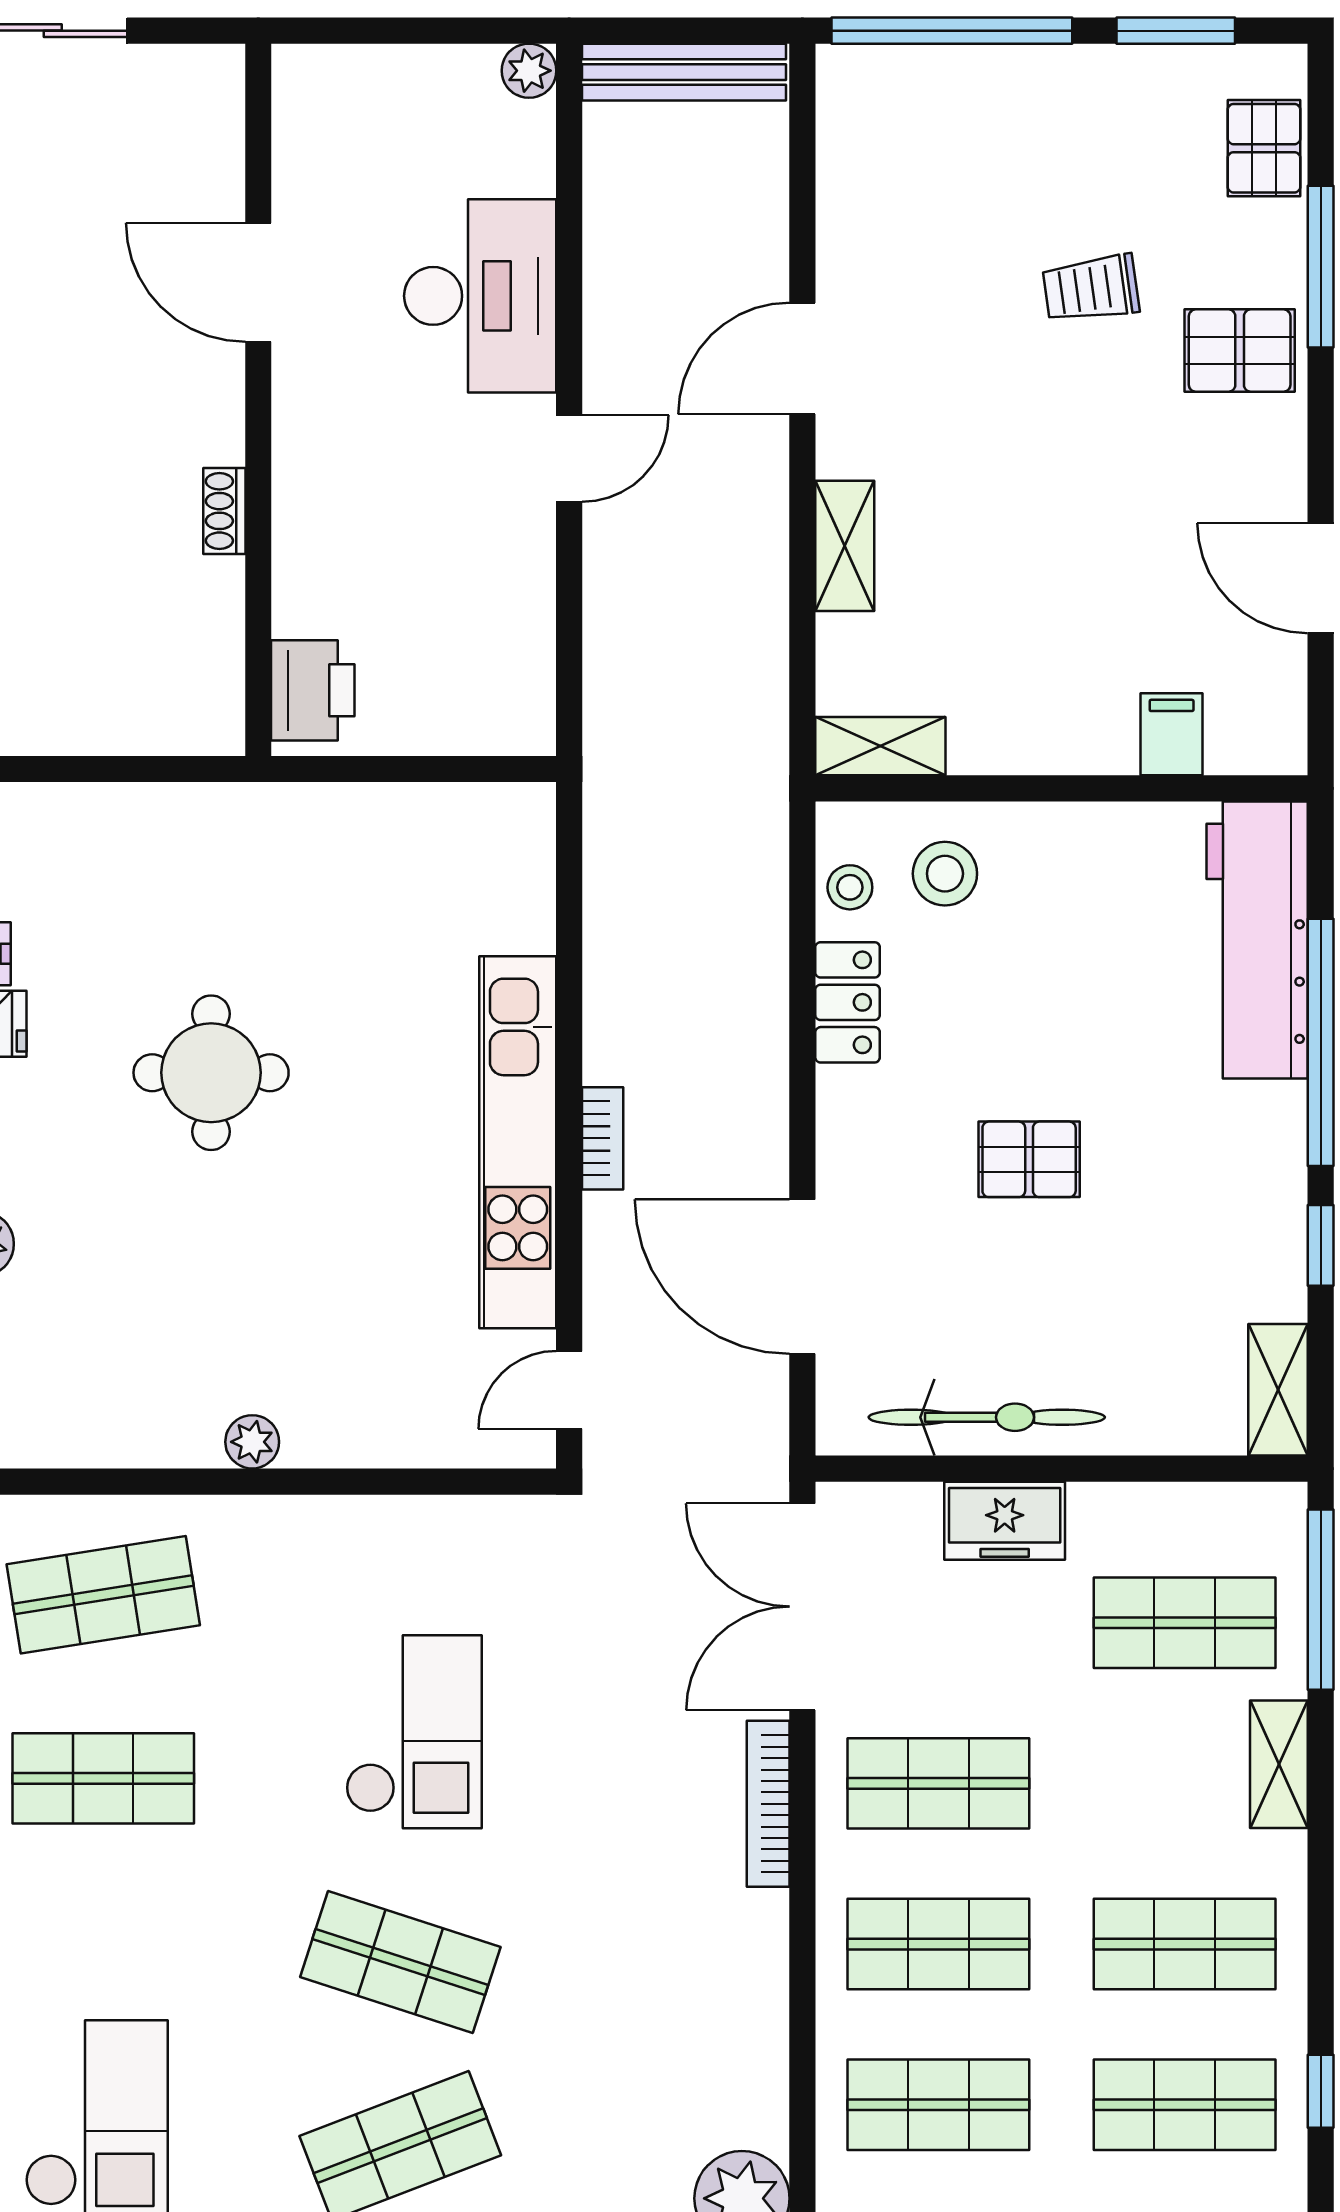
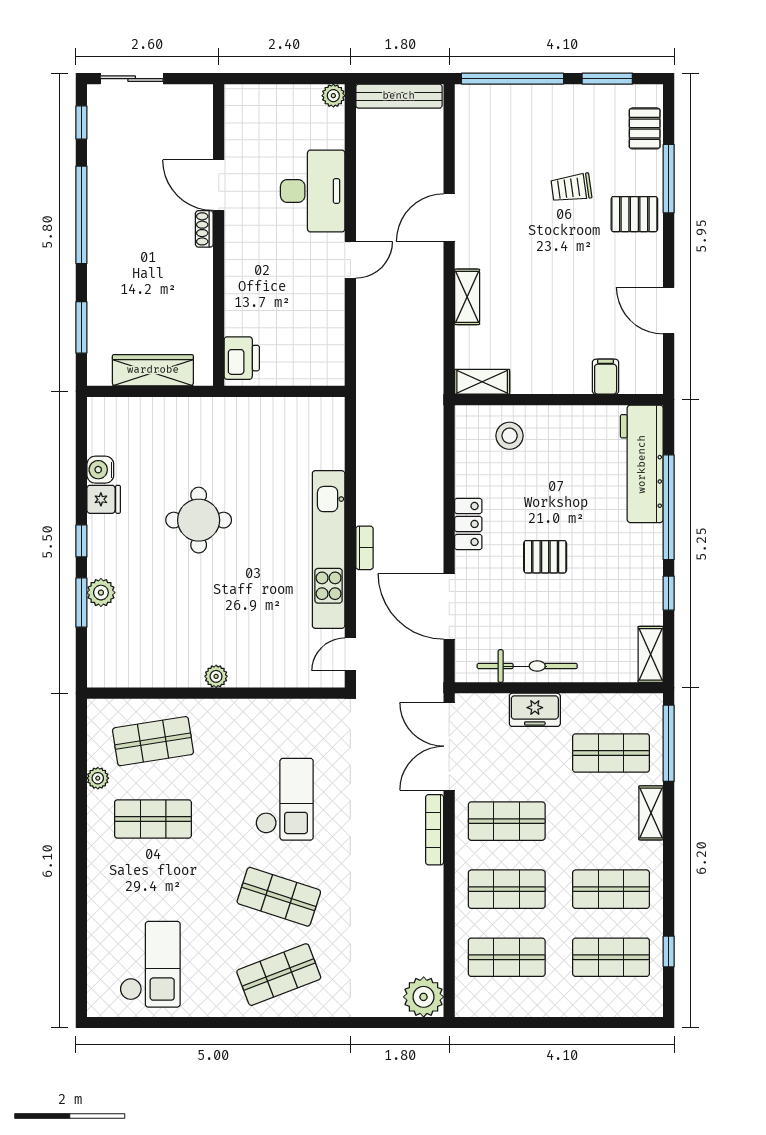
shoe rack: (224, 511) -> (204, 229), moved
wardrobe: (103, 719) -> (153, 370), added
stool: (850, 887) -> (469, 441), removed
locker: (848, 1002) -> (468, 524), moved

